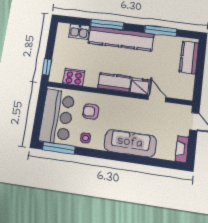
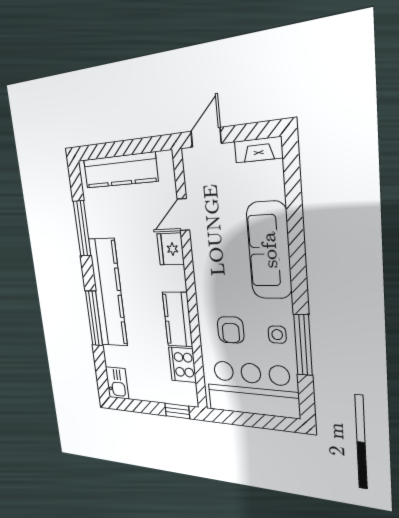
kitchen sink: (79, 32) -> (117, 383), moved
kitchen counter: (189, 58) -> (120, 170), width x1.50
kitchen counter: (114, 82) -> (177, 319), moved
window: (59, 148) -> (303, 345), moved

